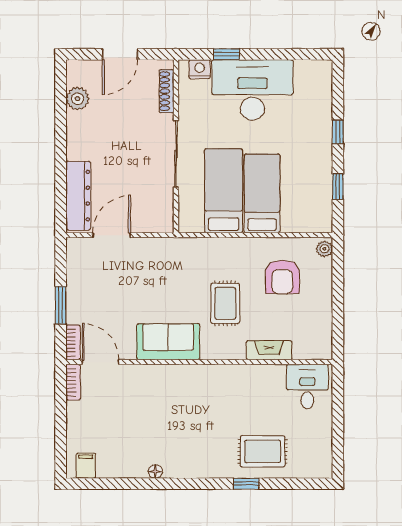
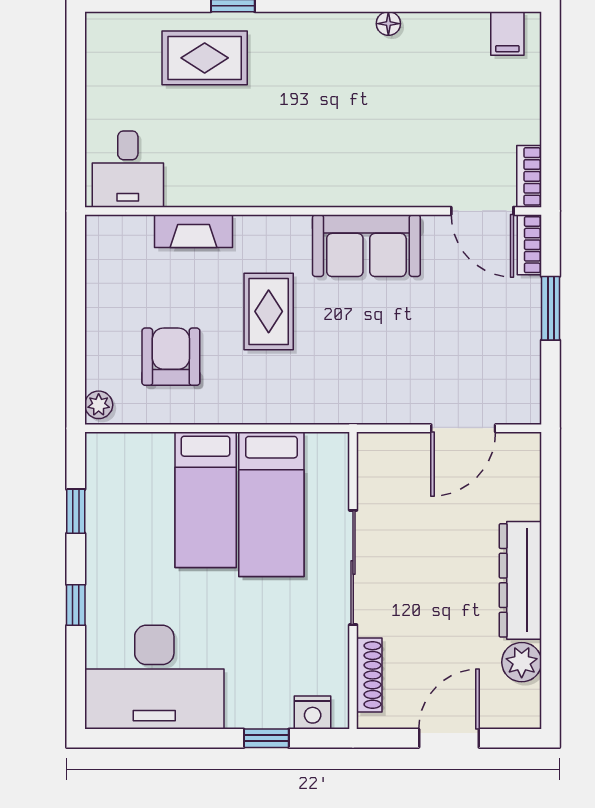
desk: (252, 90) -> (154, 677), moved
dresser: (78, 196) -> (520, 580), moved

